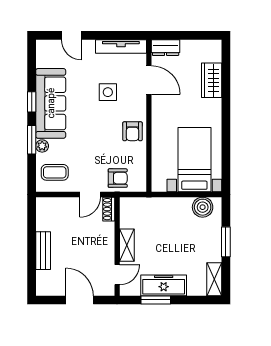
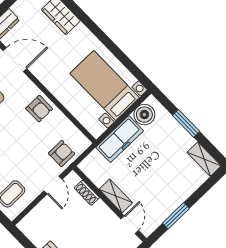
shoe rack: (109, 209) -> (87, 193), moved
freezer: (164, 285) -> (120, 139), moved, turned 180

